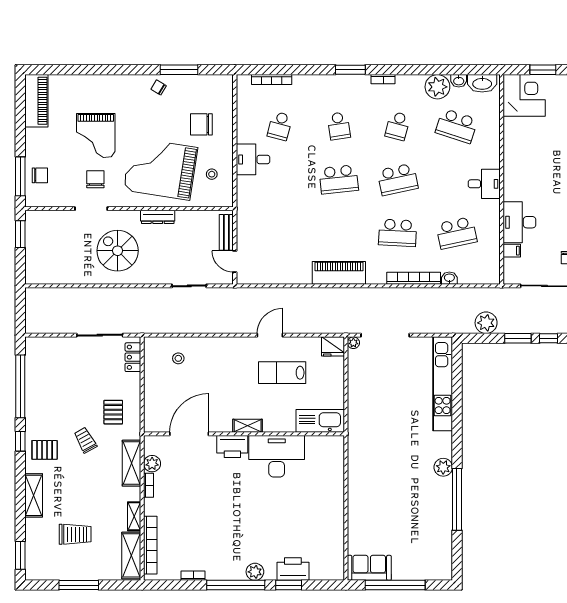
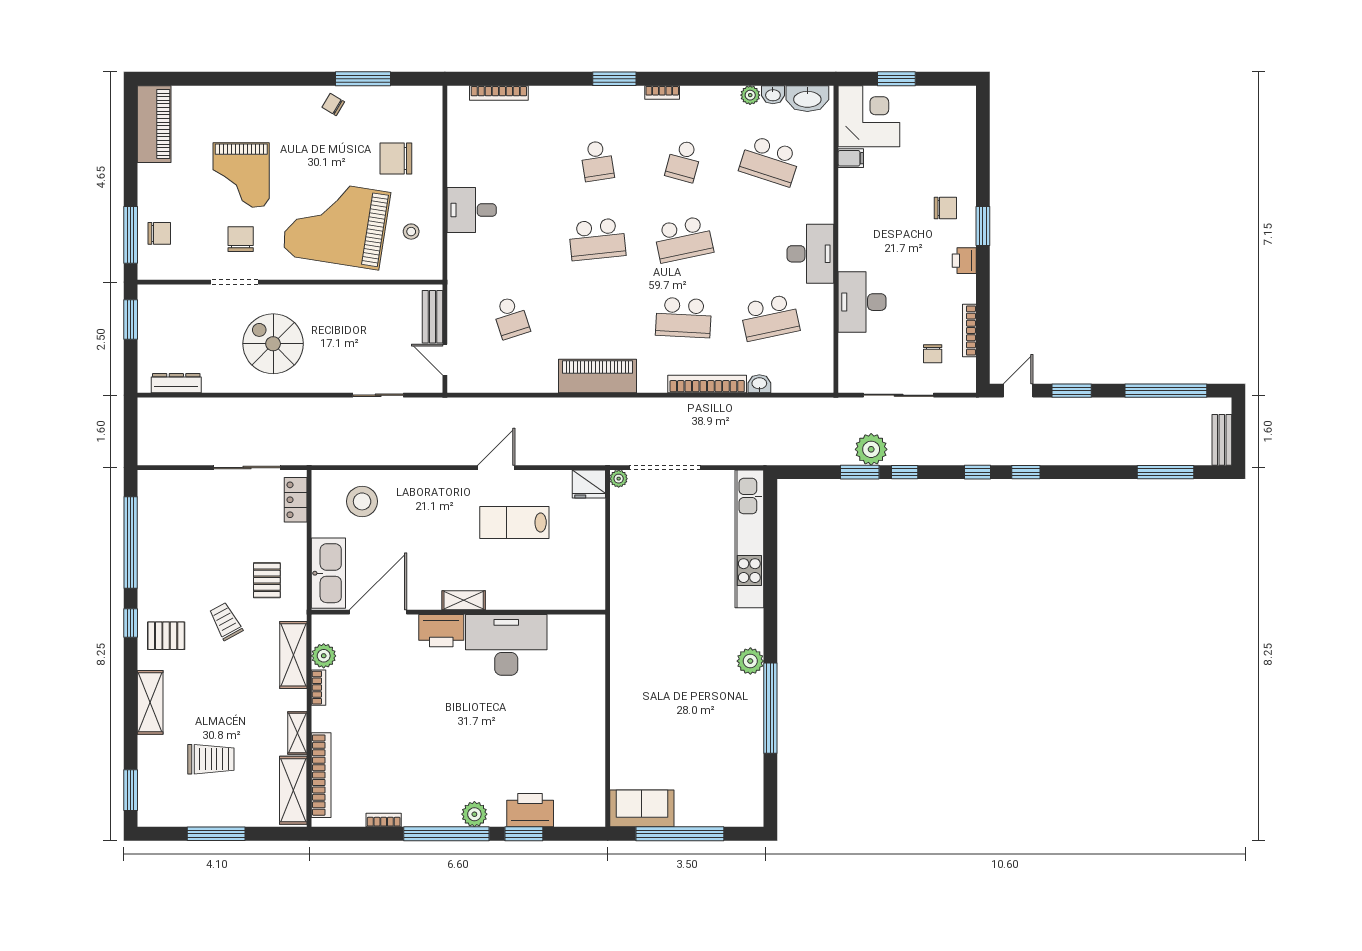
plant: (437, 87) -> (750, 95), width x0.53, depth x0.53
school desk: (280, 126) -> (511, 318), moved, turned -33
desk: (484, 184) -> (810, 254), width x1.37
dresser: (158, 217) -> (176, 383), moved, turned 180
filing cabinet: (512, 251) -> (851, 158), moved
plant: (486, 323) -> (871, 449), moved
stool: (178, 358) -> (362, 501), width x1.89, depth x1.89
kitchen sink: (320, 421) -> (328, 573), moved, turned 90

